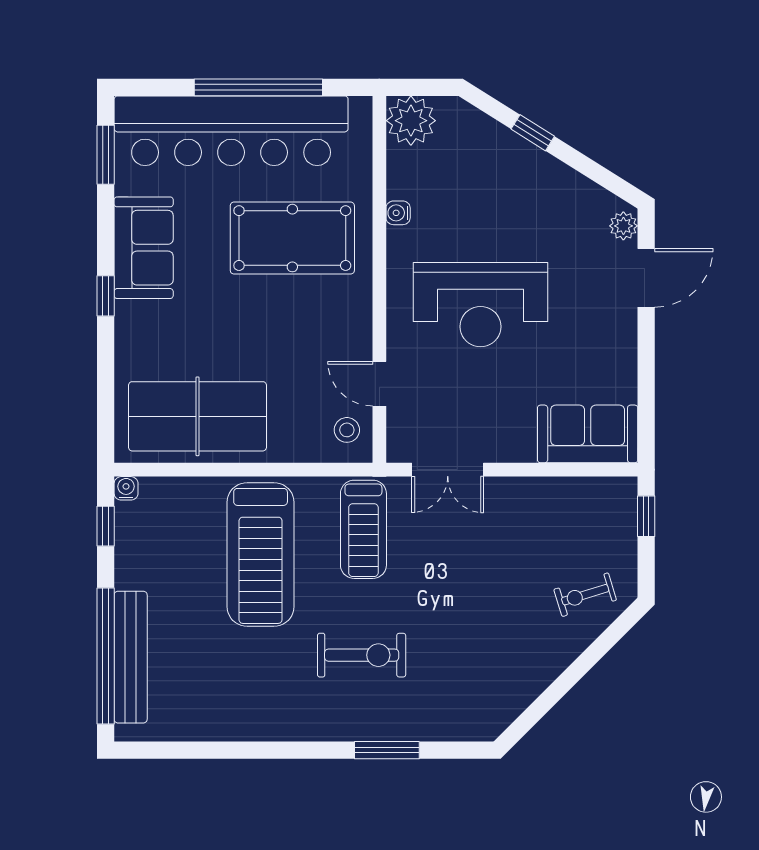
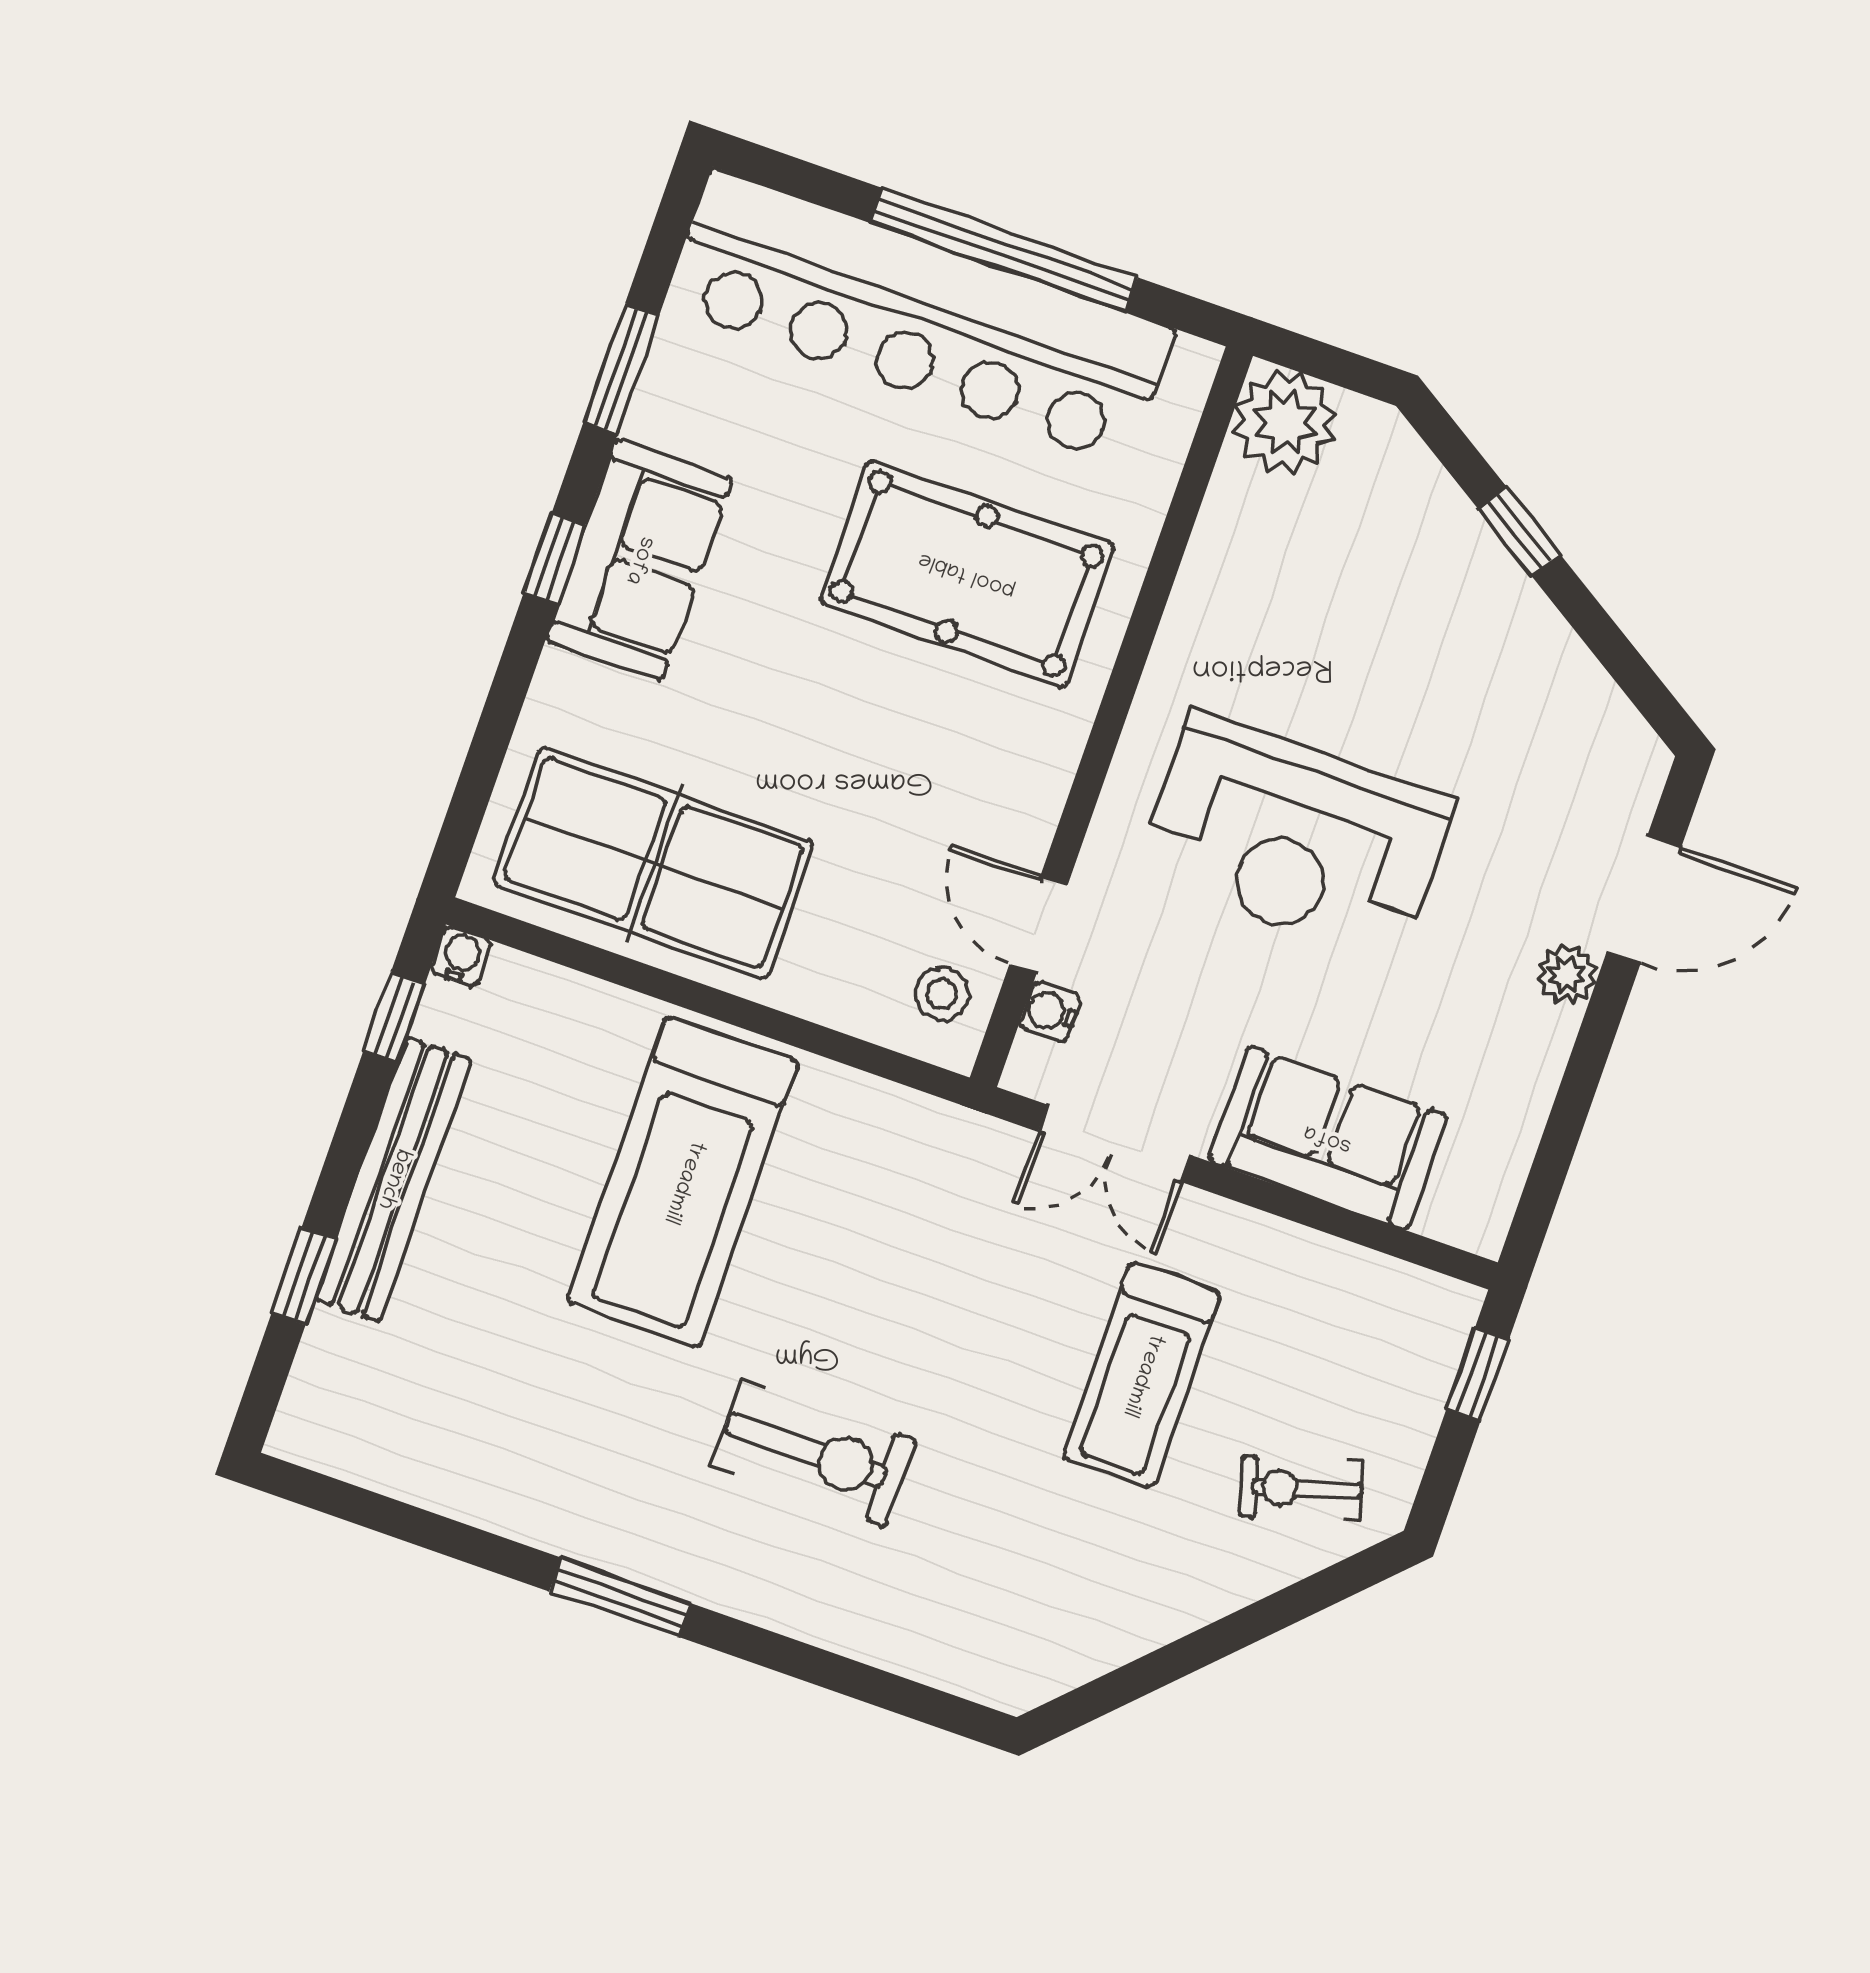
window: (106, 155) -> (621, 369), moved
water cooler: (398, 213) -> (1050, 1011), moved
plant: (623, 226) -> (1567, 975), moved
sofa: (144, 248) -> (639, 560), moved
sofa: (588, 434) -> (1328, 1138), moved
treadmill: (363, 529) -> (1142, 1375), moved
window: (106, 656) -> (304, 1276), width x0.32
bench: (131, 657) -> (393, 1179), moved
window: (387, 750) -> (620, 1597), moved

